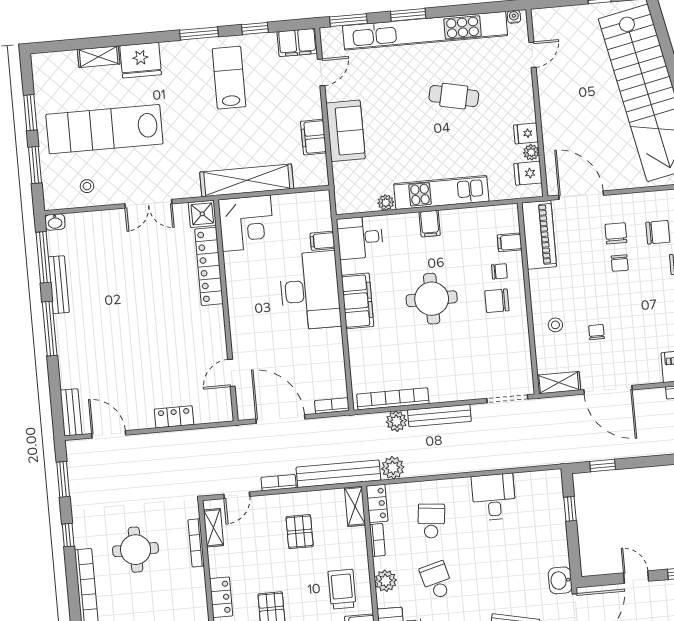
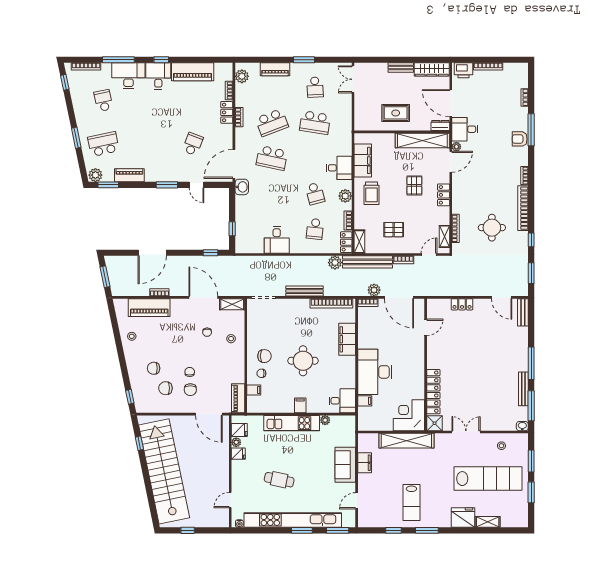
filing cabinet: (297, 42) -> (369, 520), removed
piano: (539, 235) -> (238, 398), width x0.73, depth x0.75
filing cabinet: (358, 301) -> (347, 339), moved
plant: (396, 421) -> (374, 290), moved
pallet: (300, 532) -> (394, 230), turned 90

